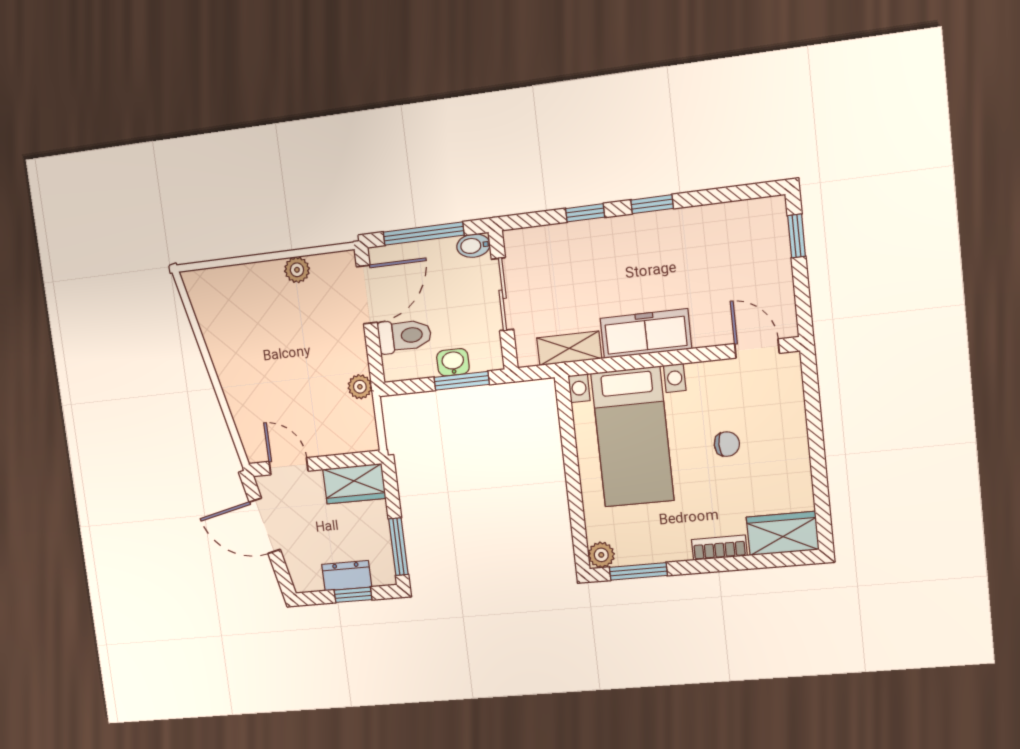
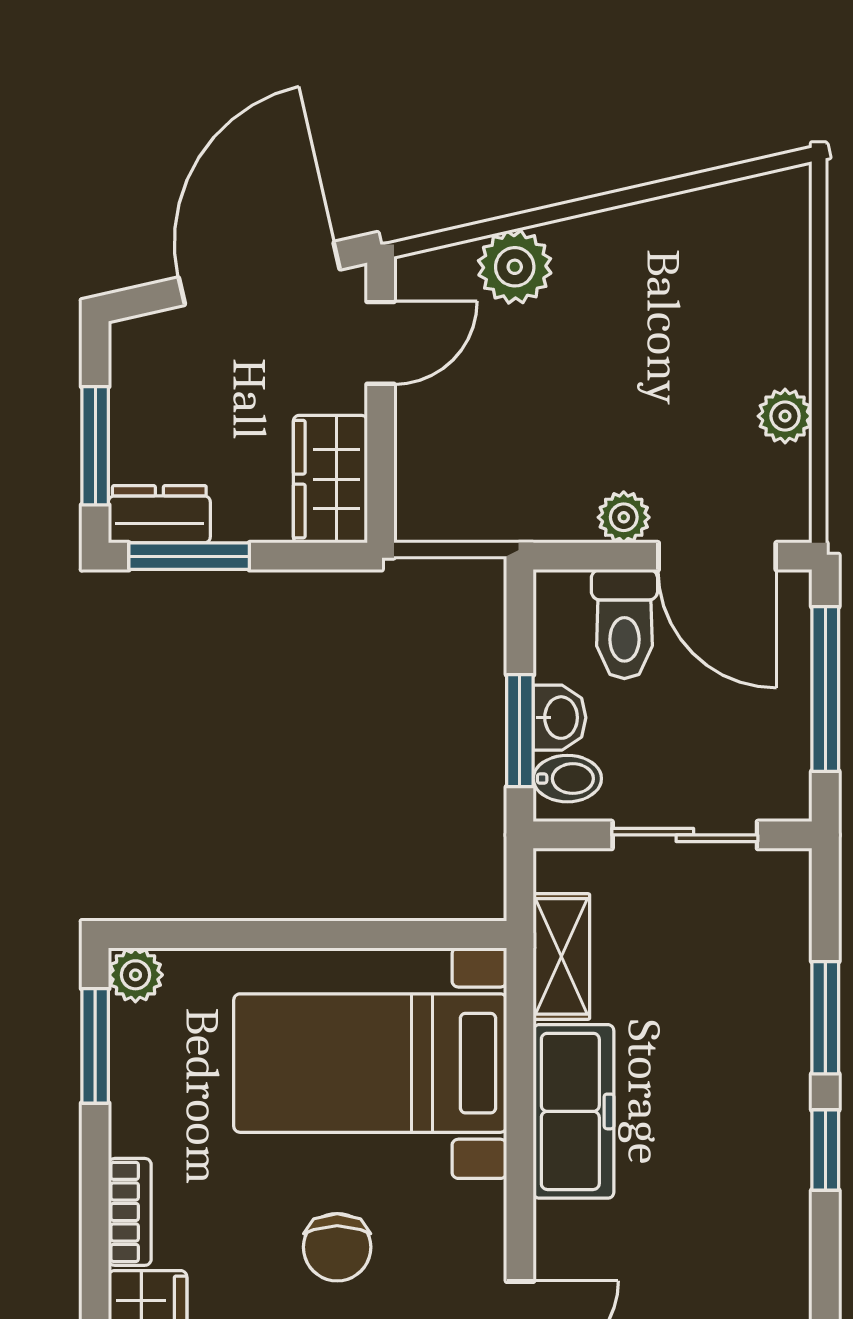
window: (585, 213) -> (825, 1018), width x1.50
bidet: (473, 246) -> (567, 779), moved, turned 90
plant: (360, 387) -> (624, 517), moved
plant: (246, 407) -> (515, 267), added
chair: (727, 444) -> (337, 1247), width x1.37, depth x1.37
door: (265, 526) -> (259, 273), width x1.36
dresser: (347, 576) -> (159, 514), moved, turned -90
window: (353, 595) -> (95, 446), width x1.50

